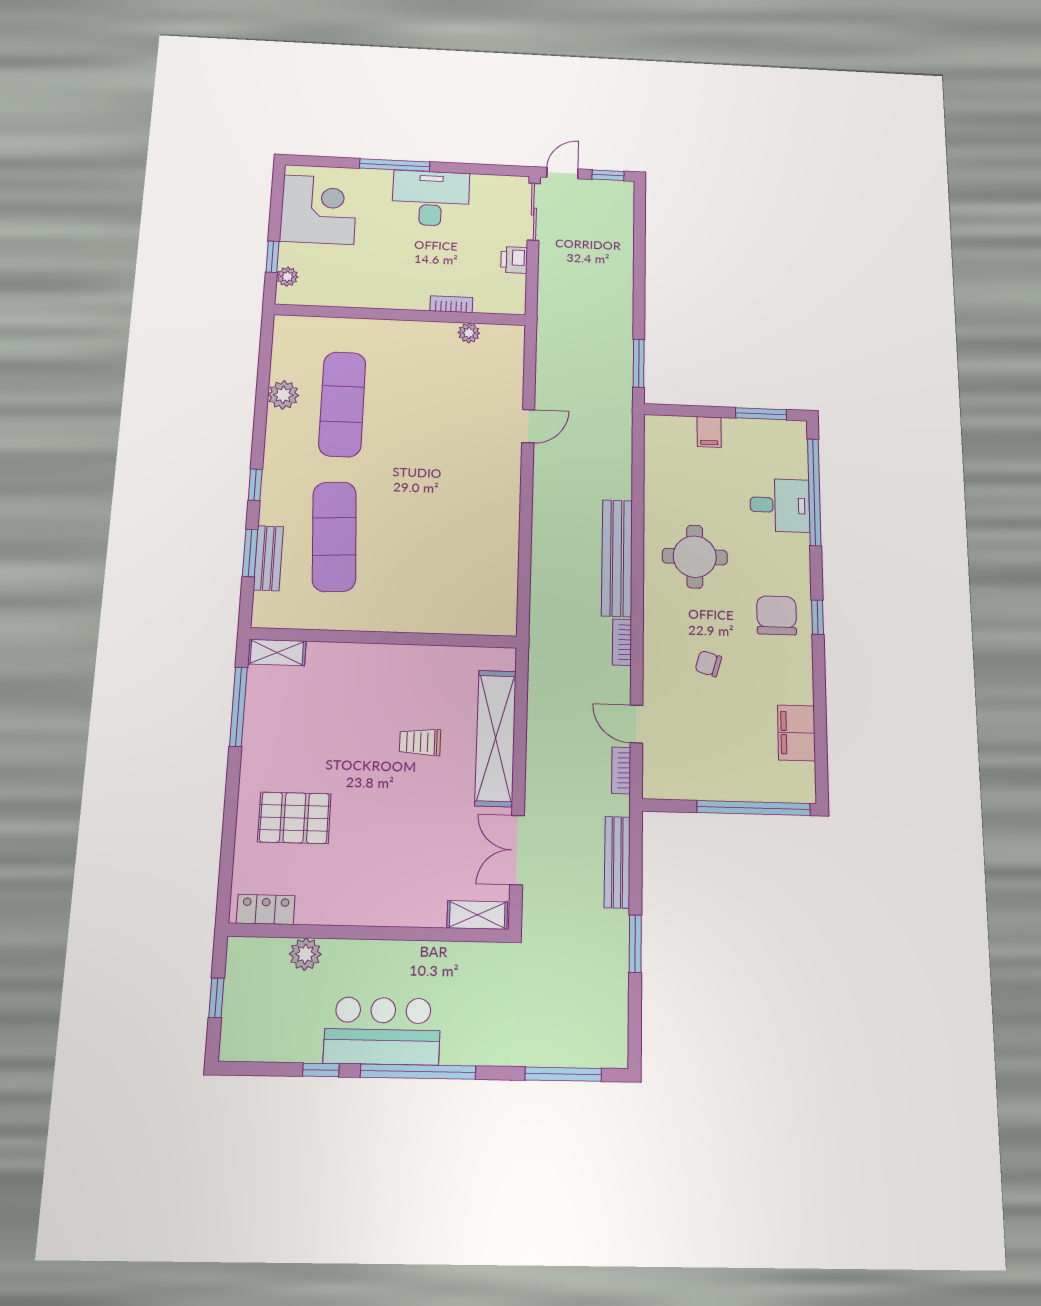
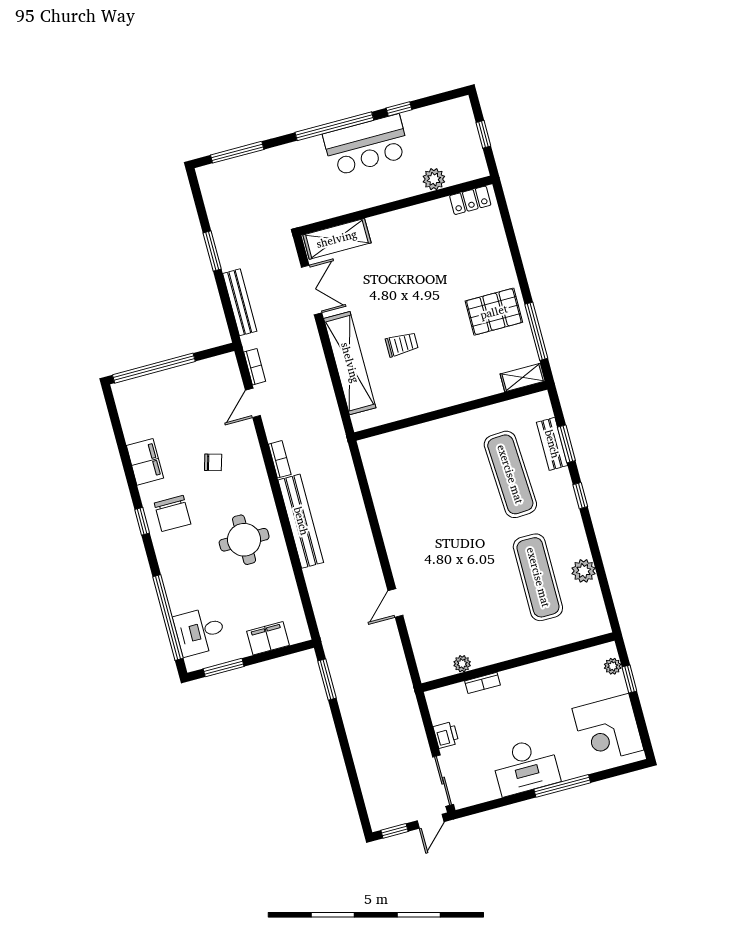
filing cabinet: (709, 432) -> (268, 638), width x2.00
desk: (780, 505) -> (200, 631), moved
door: (637, 724) -> (253, 403), swing flipped
filing cabinet: (797, 733) -> (145, 462), moved
pallet: (294, 818) -> (494, 312), moved
shelving: (477, 915) -> (337, 239), width x1.50, depth x1.33

